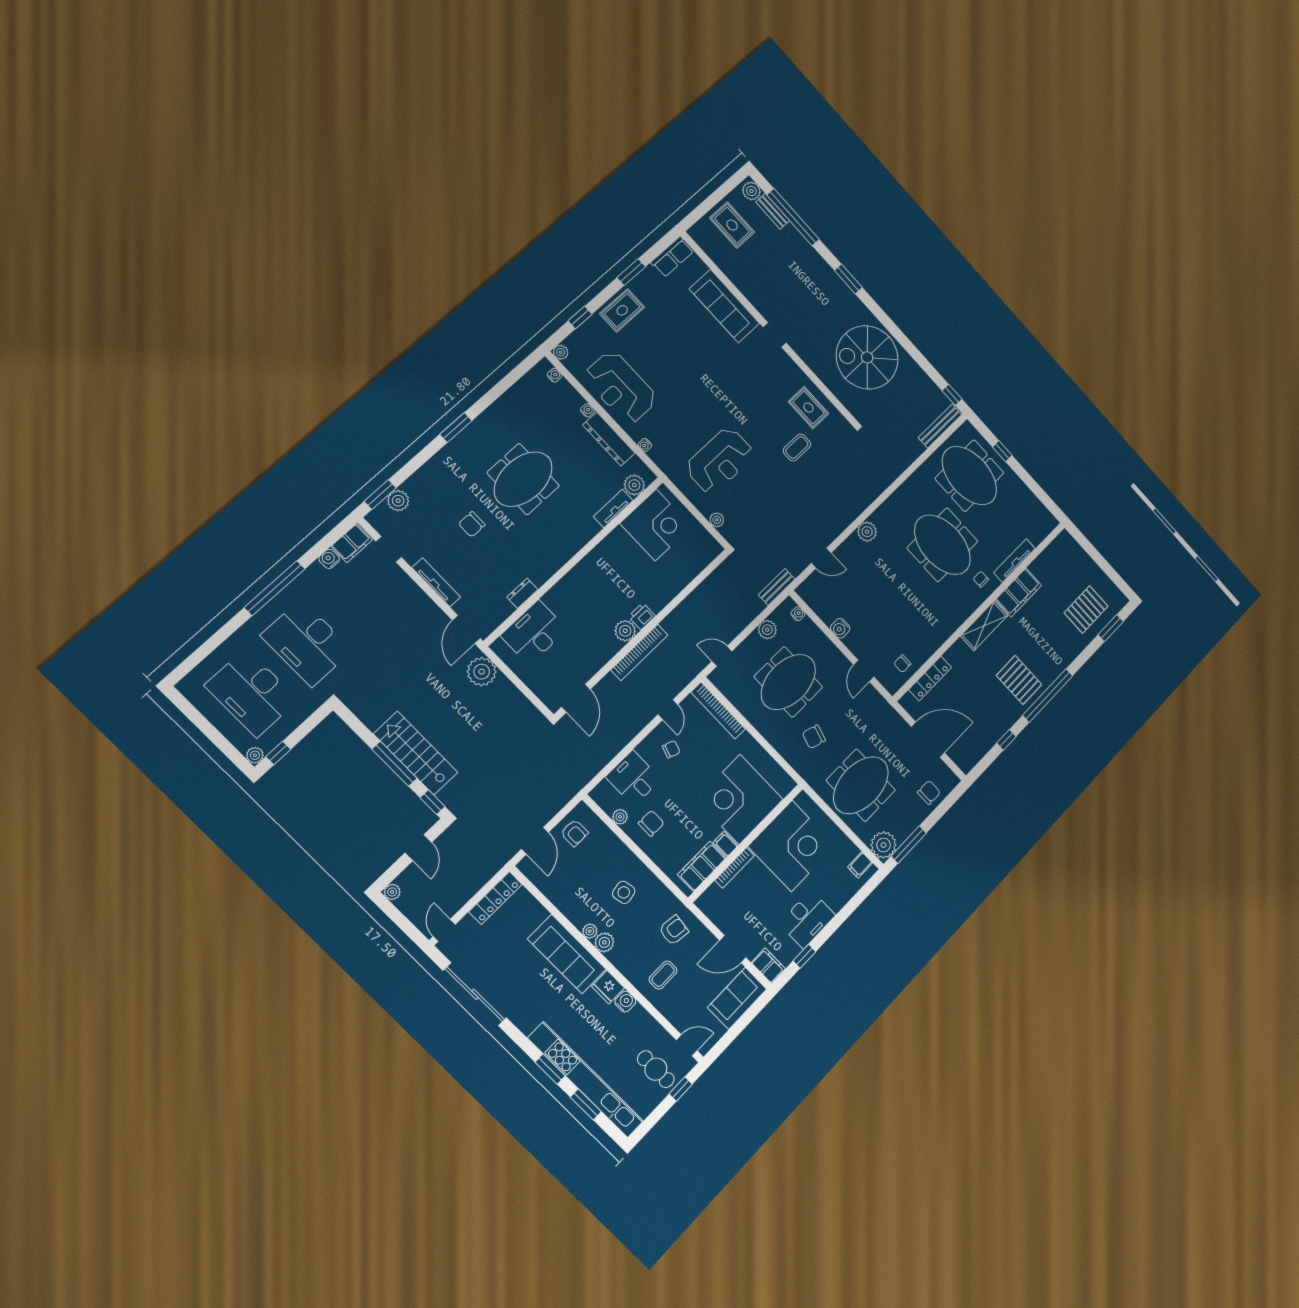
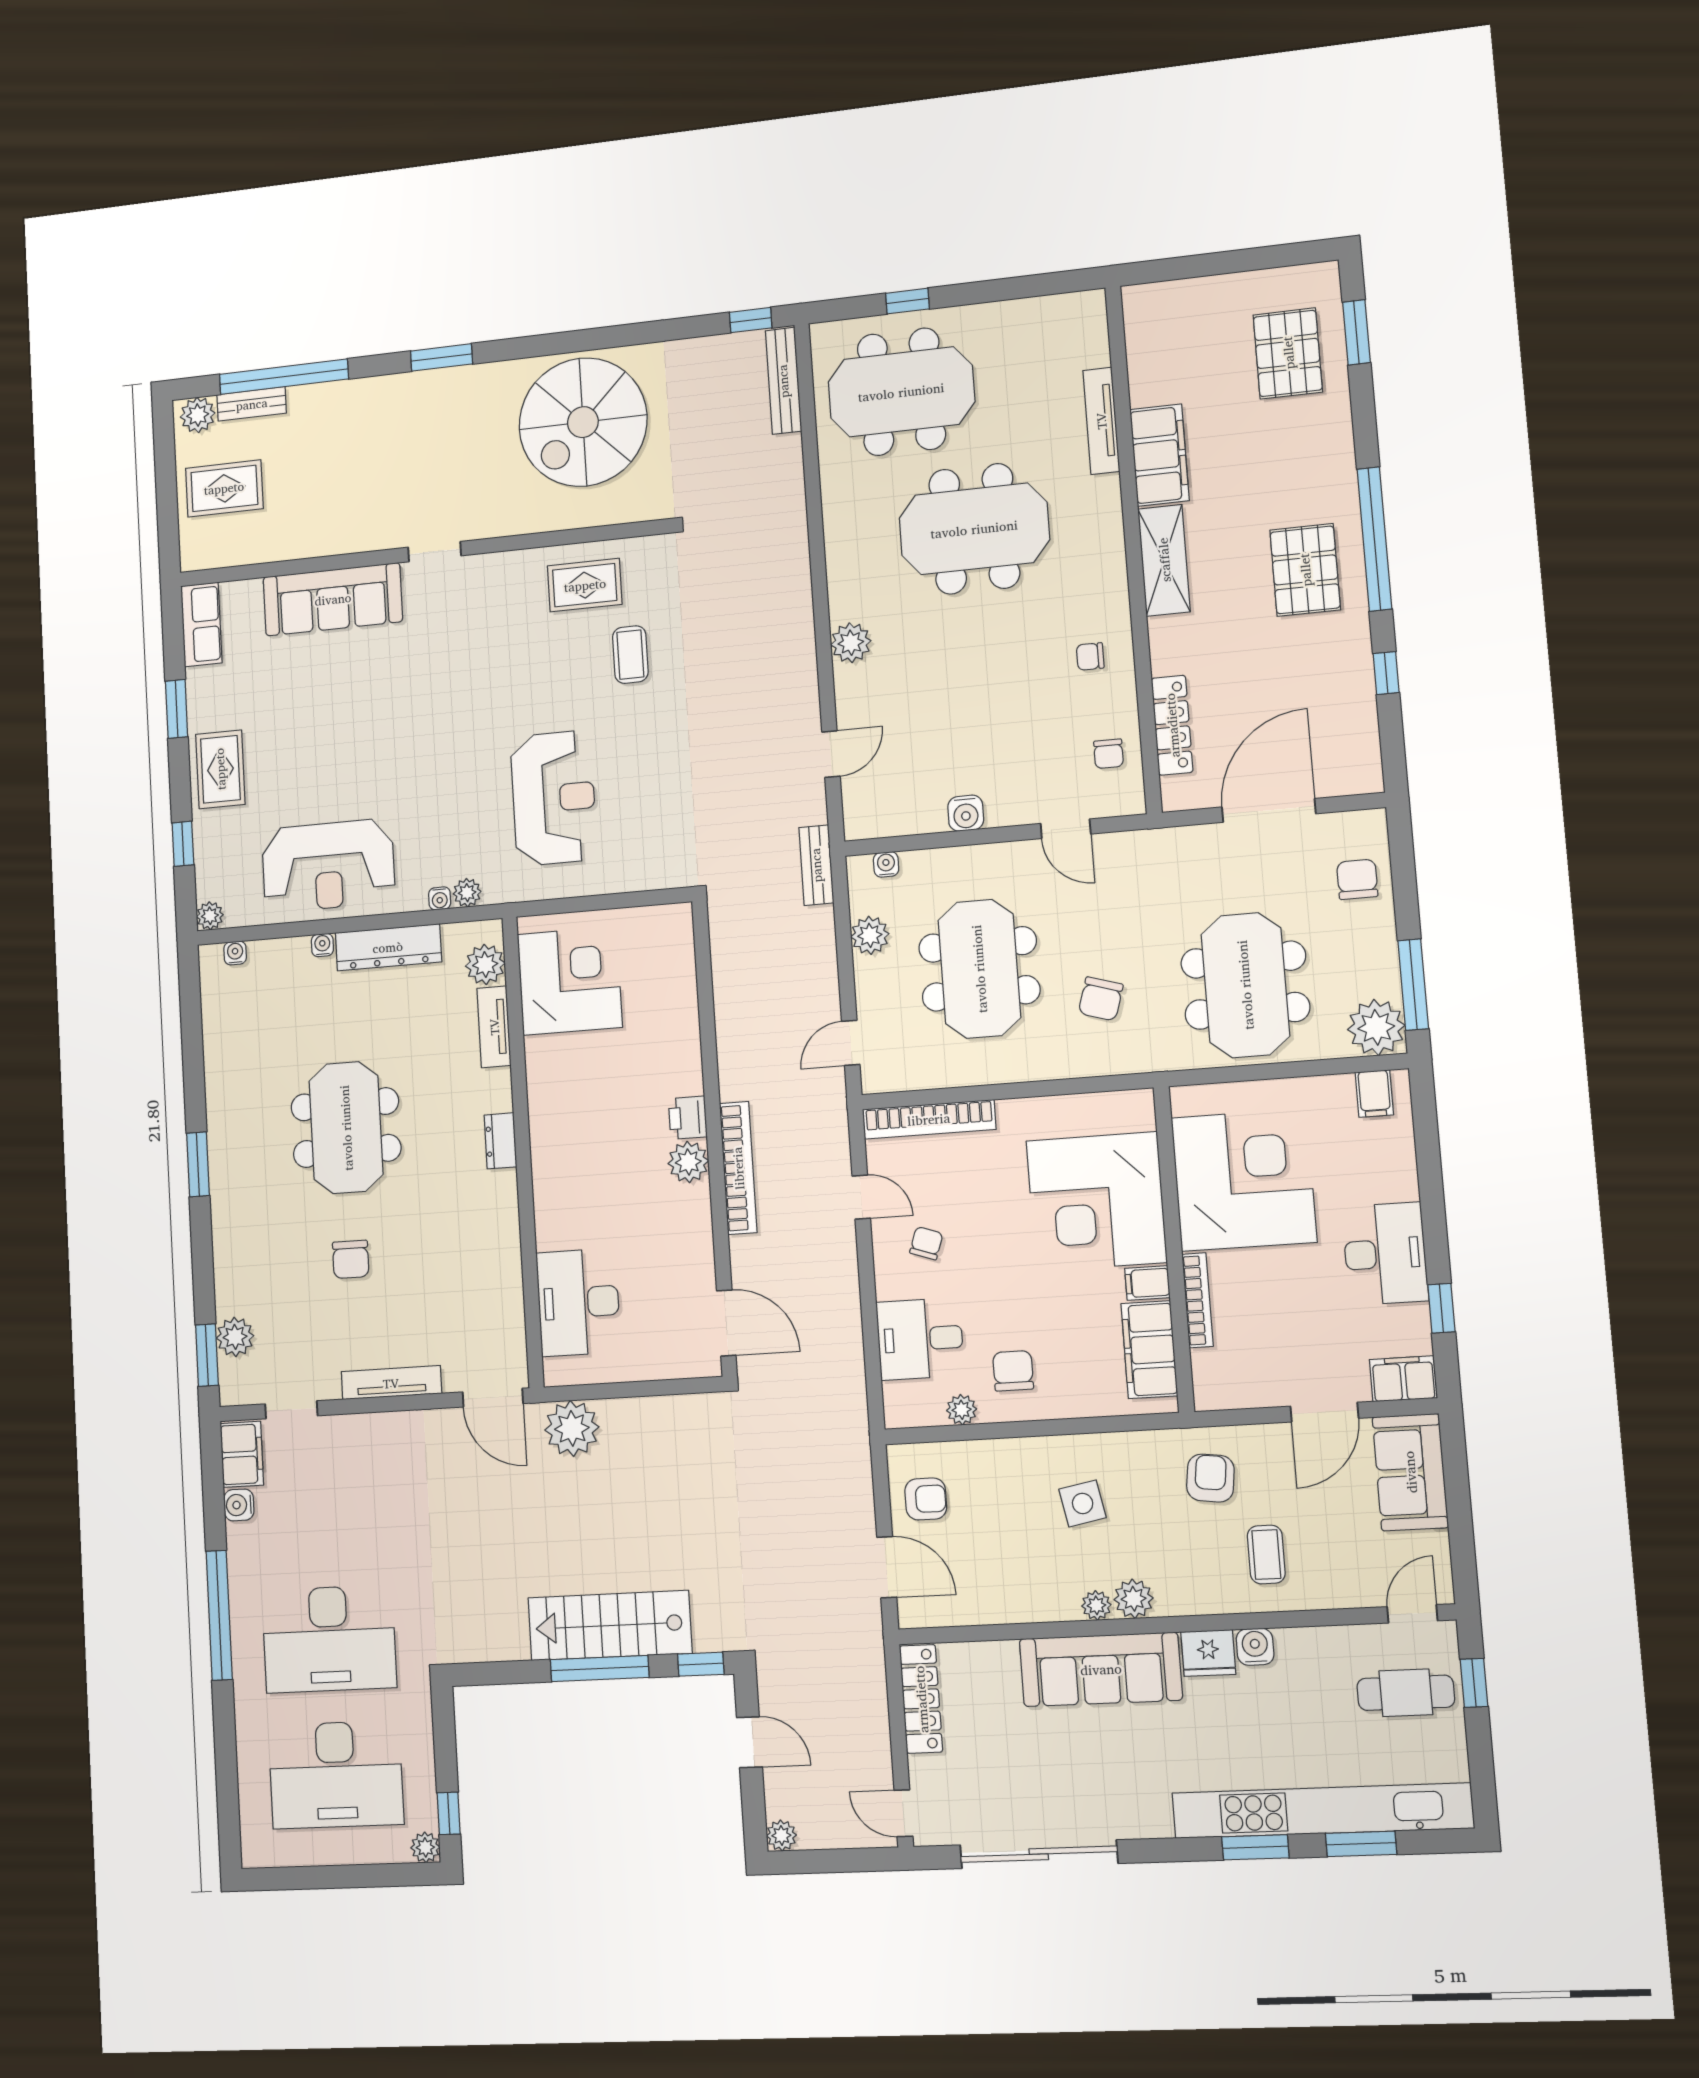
plant: (717, 520) -> (467, 893), moved
chair: (981, 579) -> (1090, 656), moved
dresser: (522, 593) -> (500, 1141), moved
pallet: (1019, 680) -> (1305, 570), turned 90

